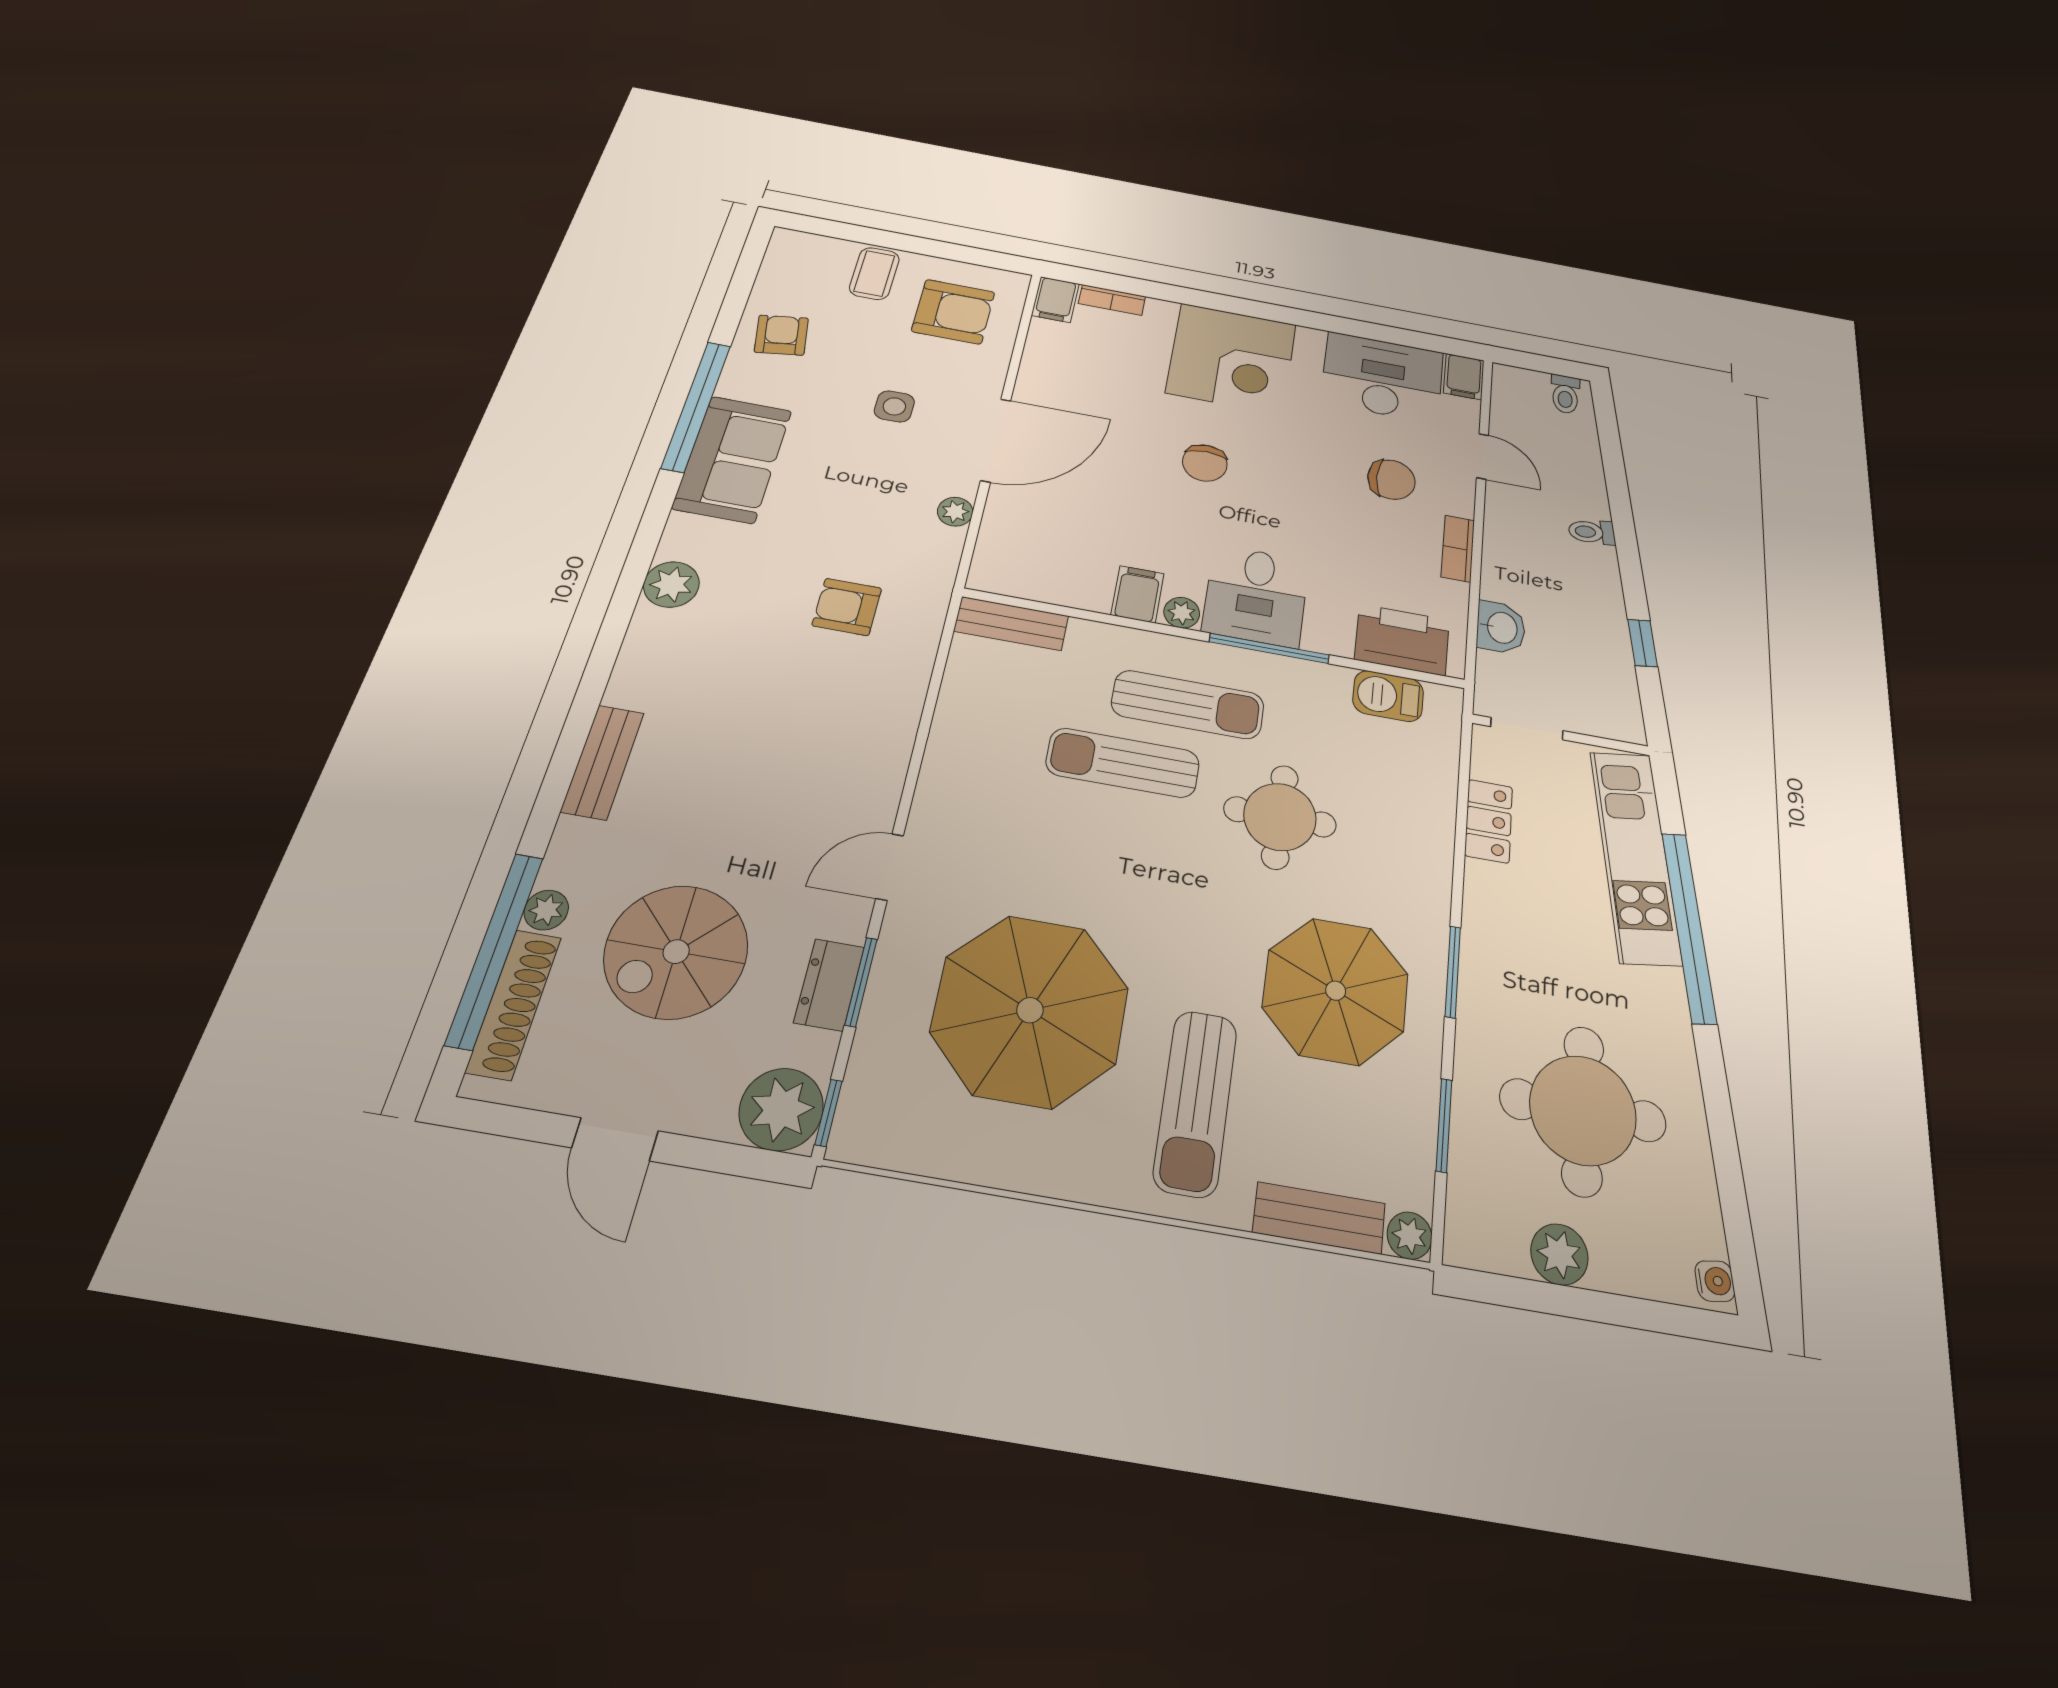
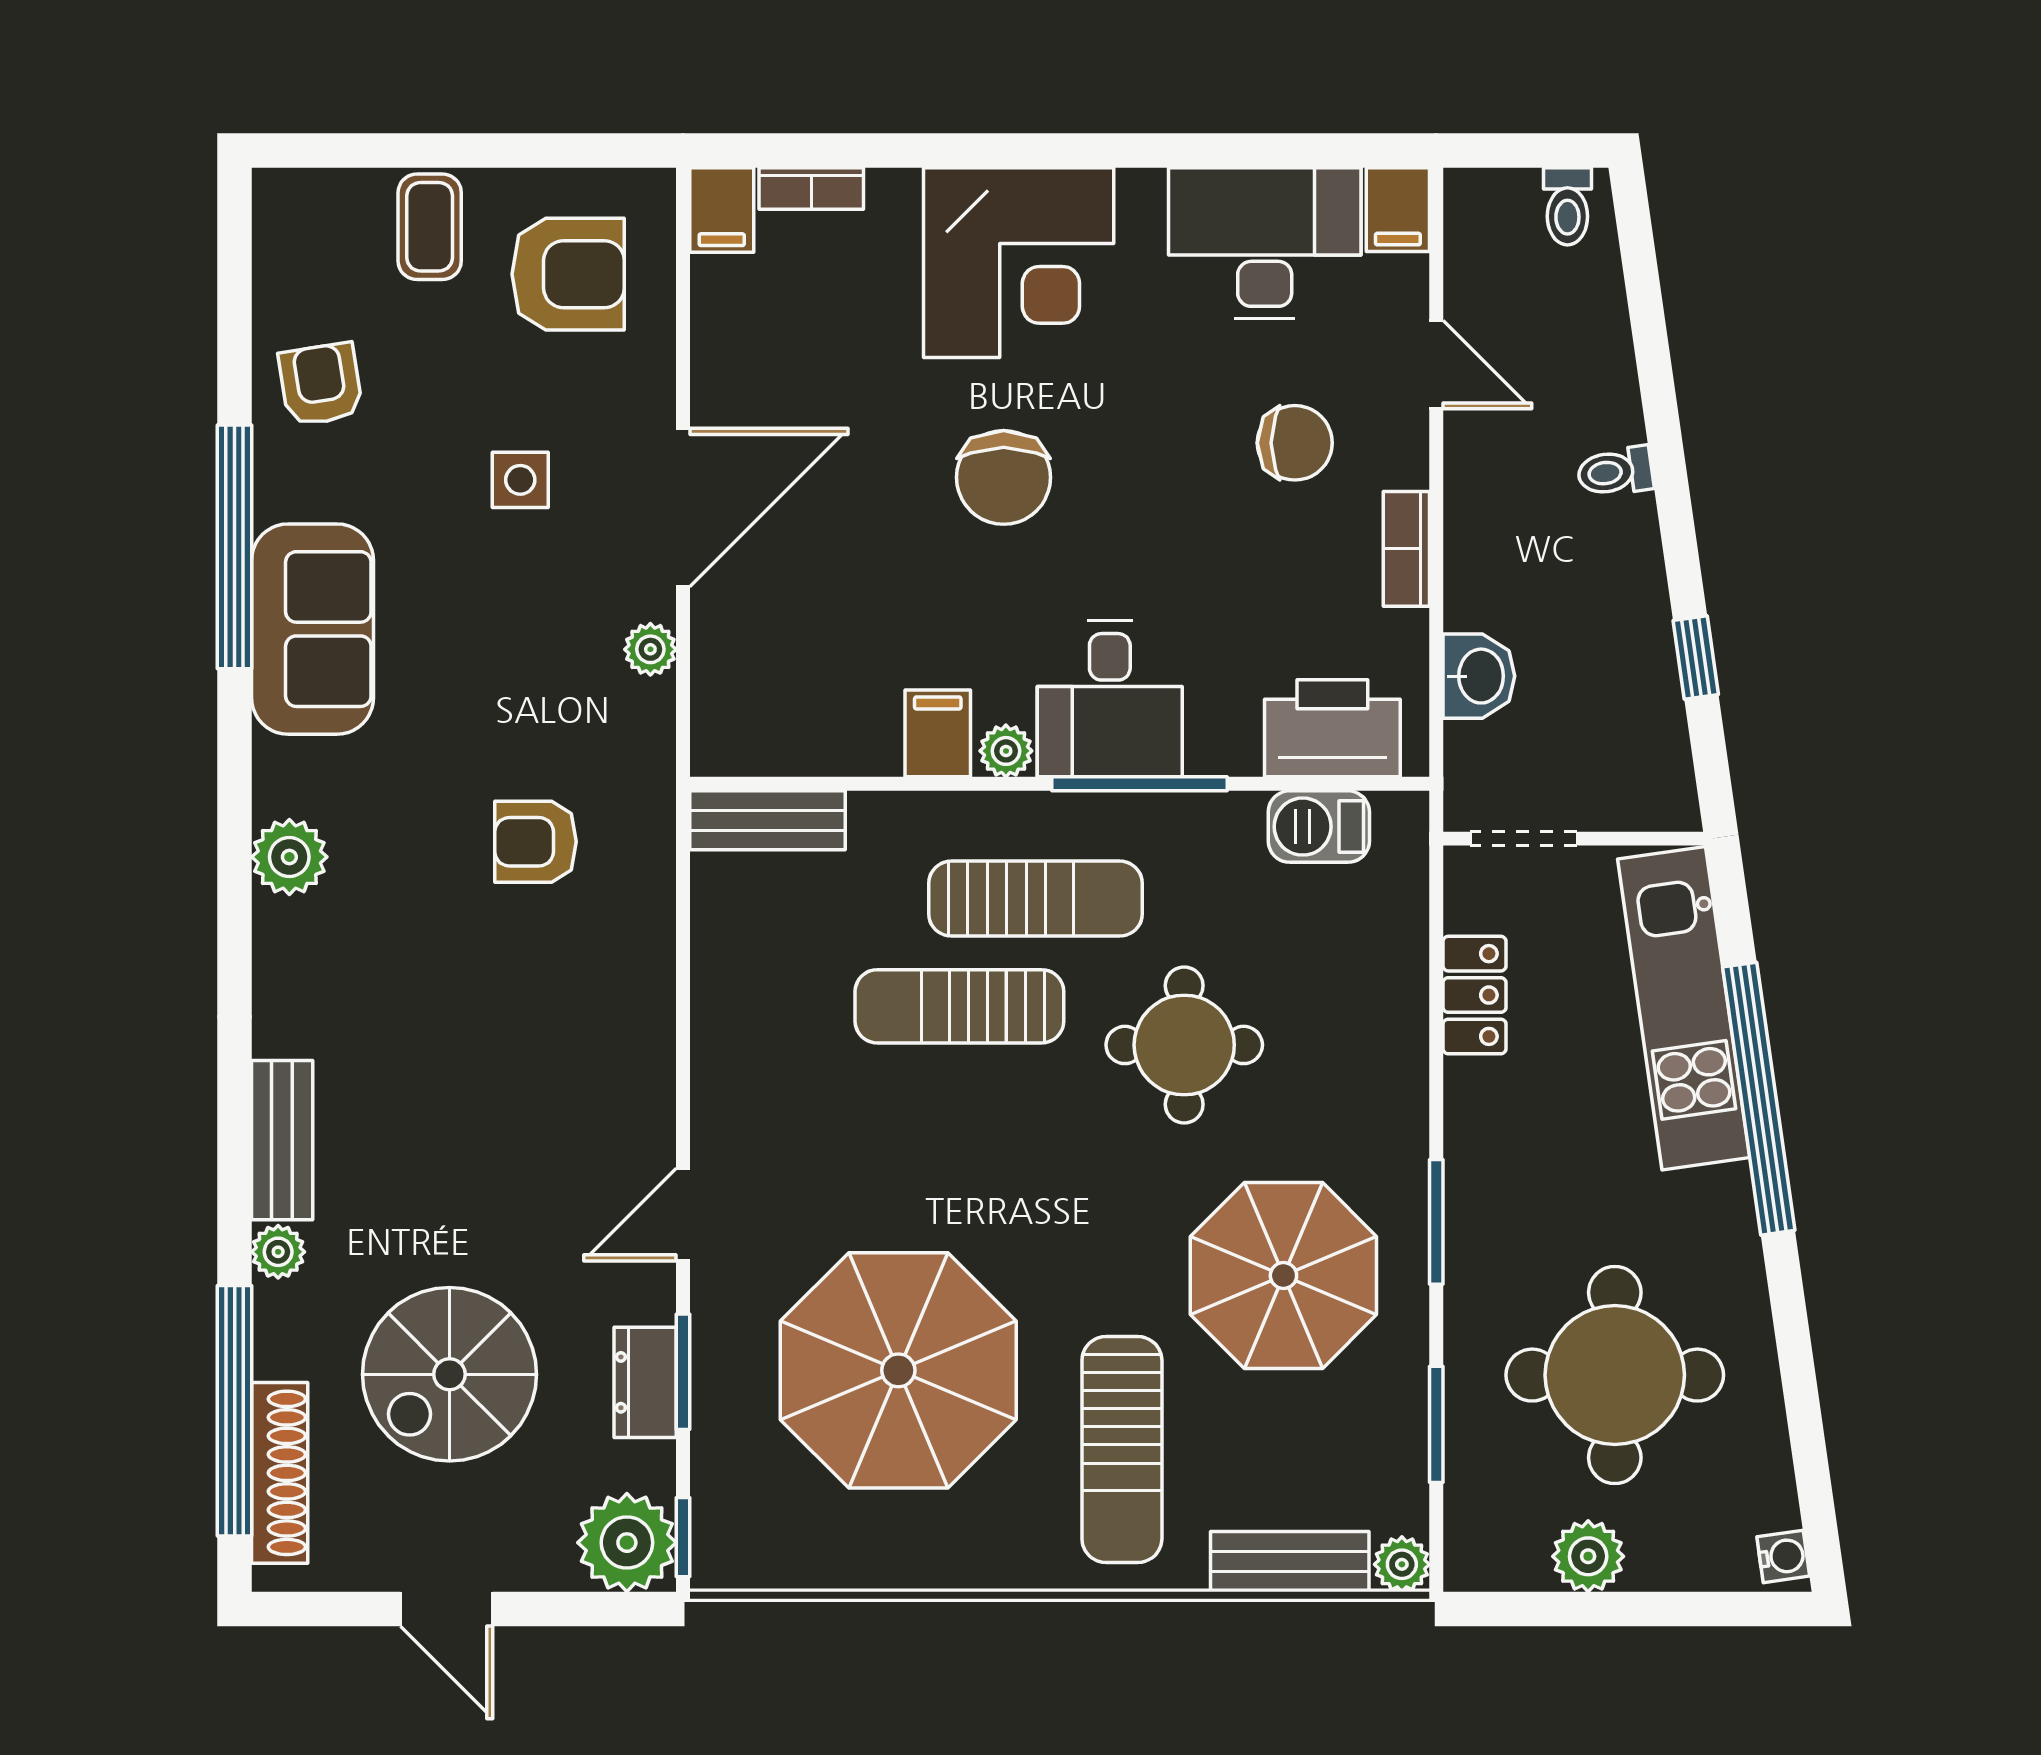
chair: (1205, 463) -> (1004, 477), width x1.37, depth x1.37
plant: (546, 910) -> (278, 1252), moved

